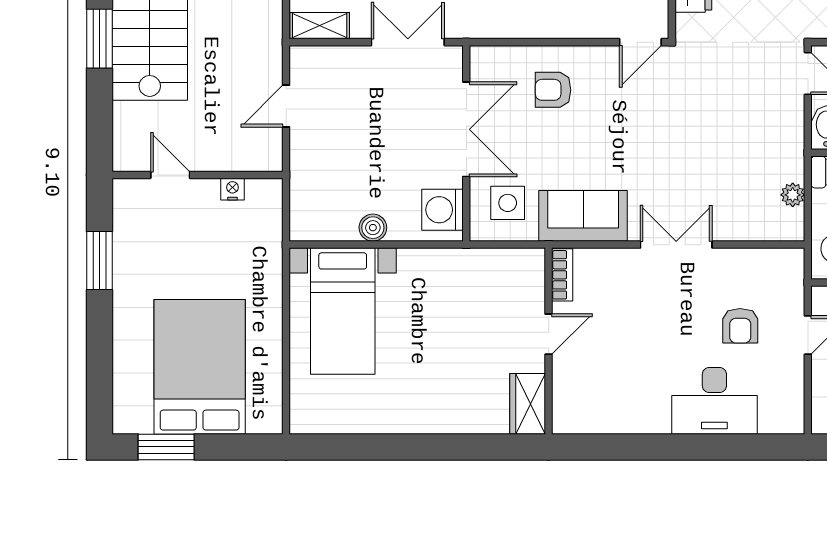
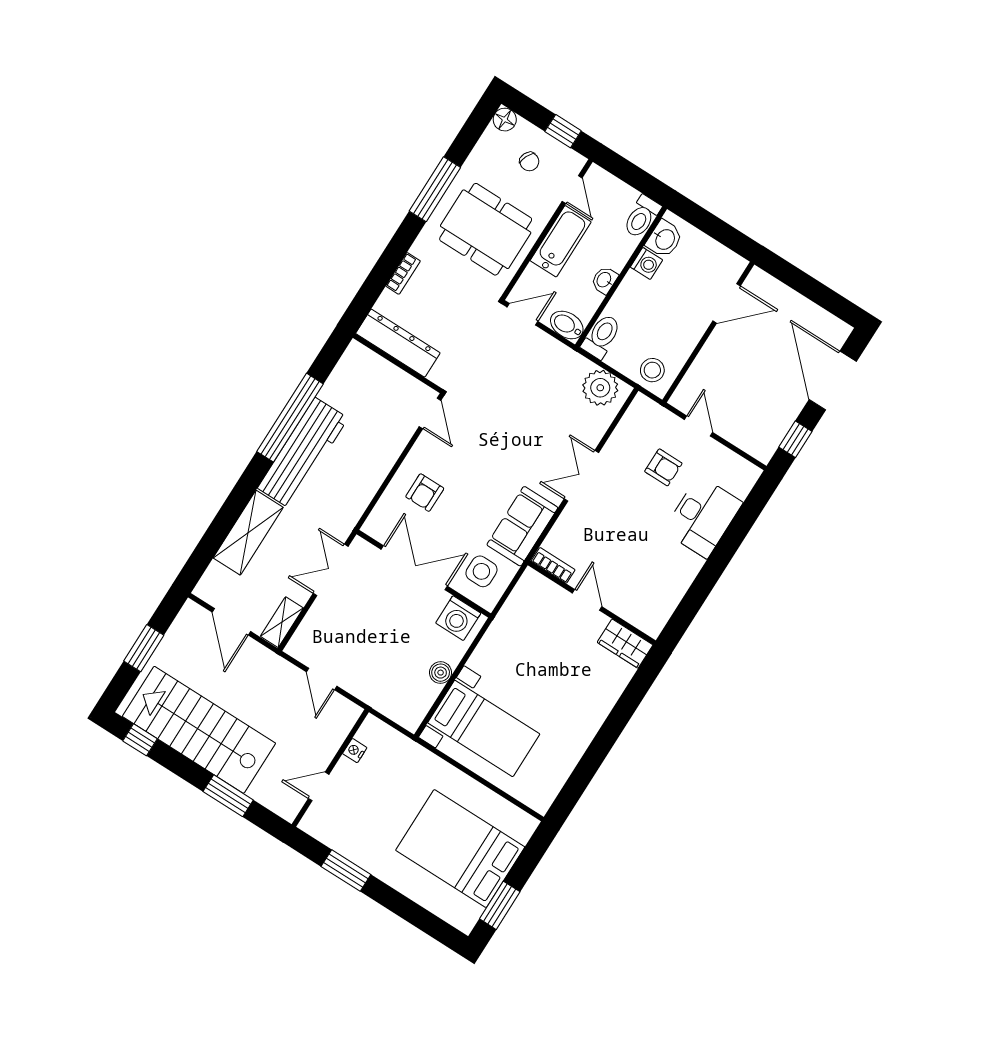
window: (99, 39) -> (228, 796), moved
plant: (793, 195) -> (600, 388), width x1.88, depth x1.88

